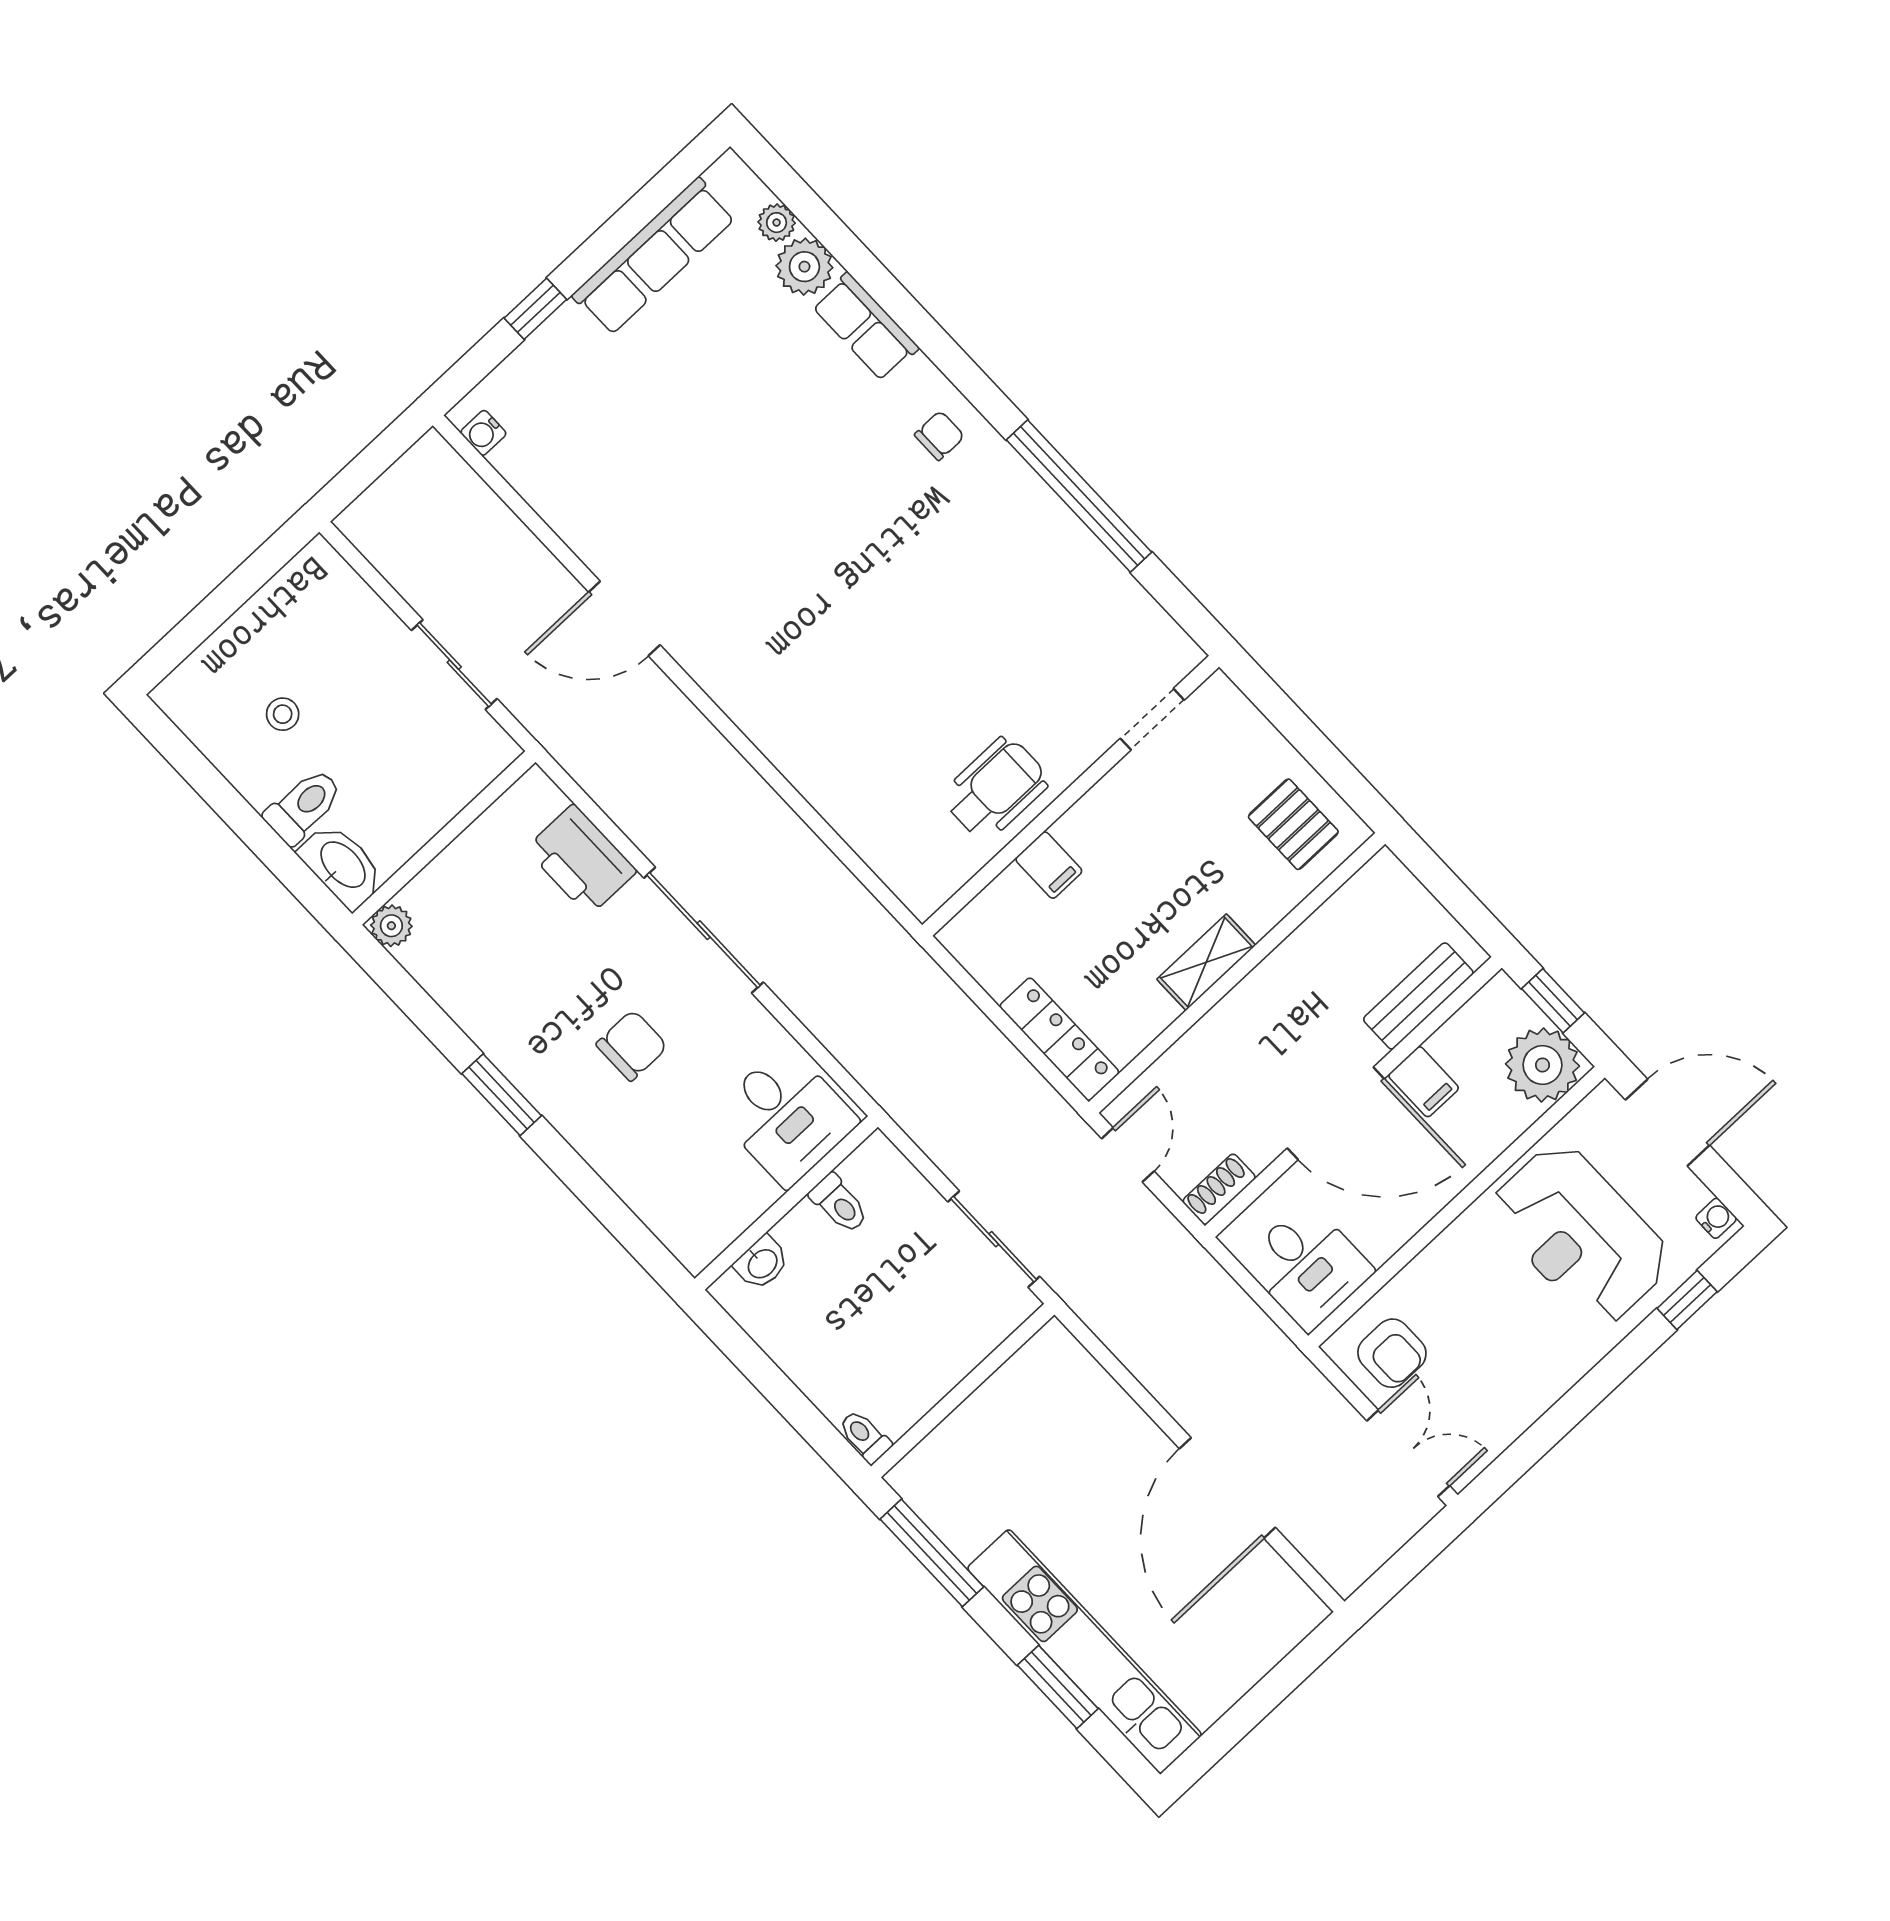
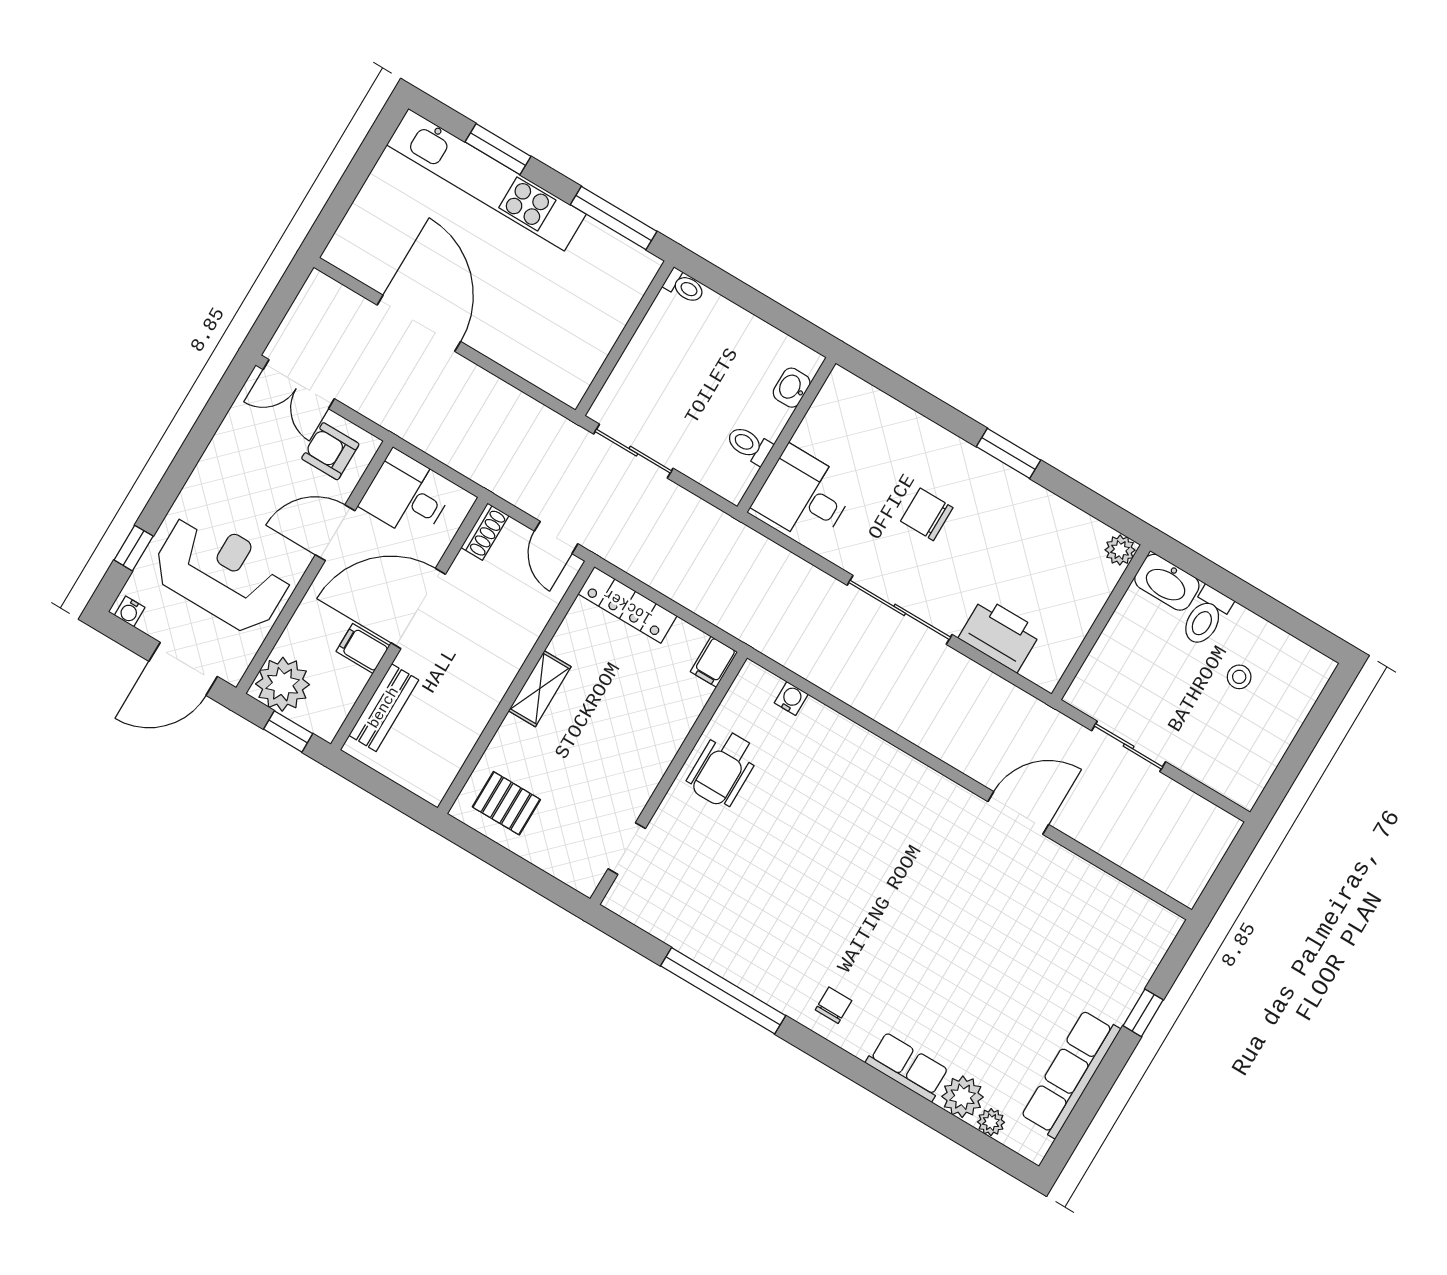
water cooler: (483, 433) -> (791, 698), moved
chair: (939, 436) -> (834, 1005), turned 180
filing cabinet: (1049, 865) -> (714, 662), moved, turned -90
chair: (632, 1045) -> (927, 514), turned 90
door: (1416, 1244) -> (335, 533), added

